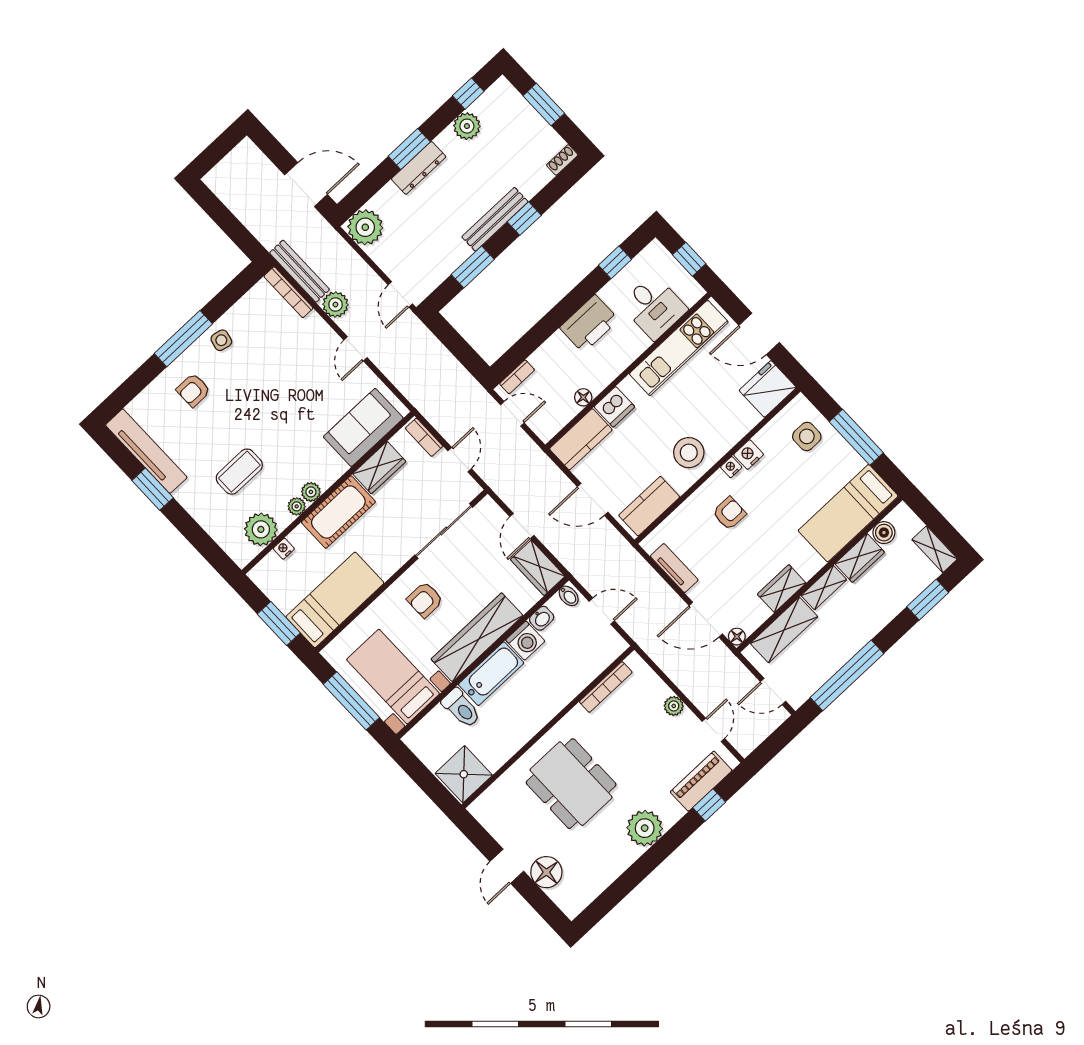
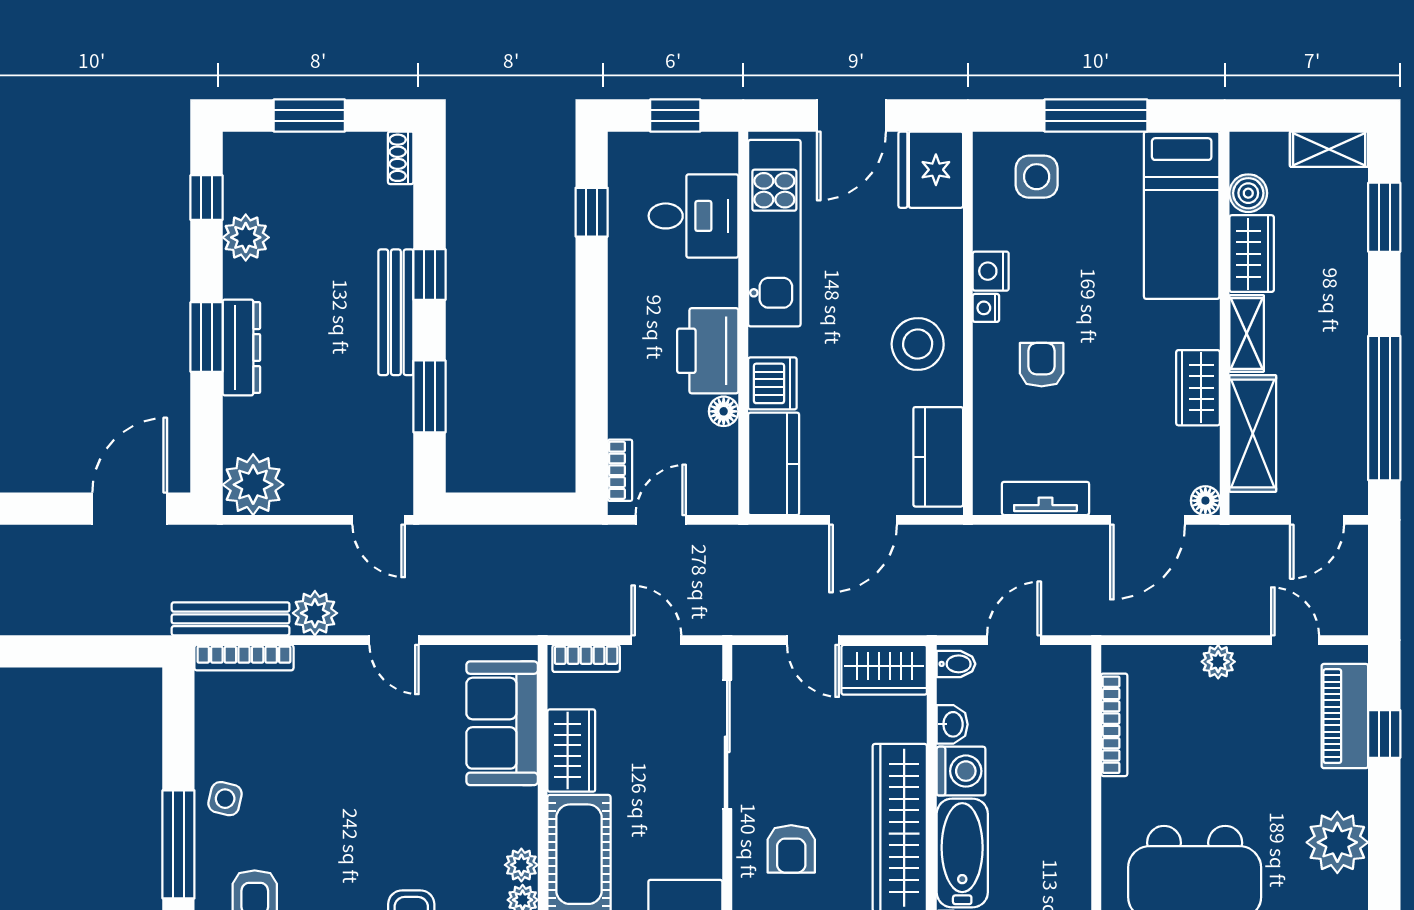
printer: (589, 324) -> (708, 351), moved, turned 180

